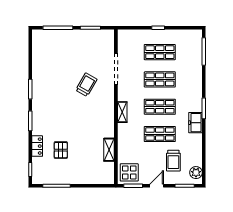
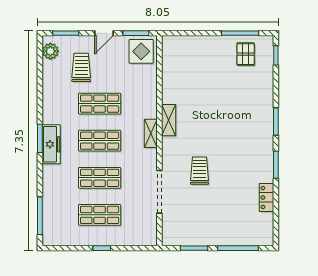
trolley: (86, 85) -> (199, 171), turned 150
freezer: (195, 123) -> (51, 144), moved, width x1.40
locker: (37, 146) -> (266, 198), moved
pallet: (61, 150) -> (246, 54), moved
shelving: (109, 150) -> (169, 120), moved

